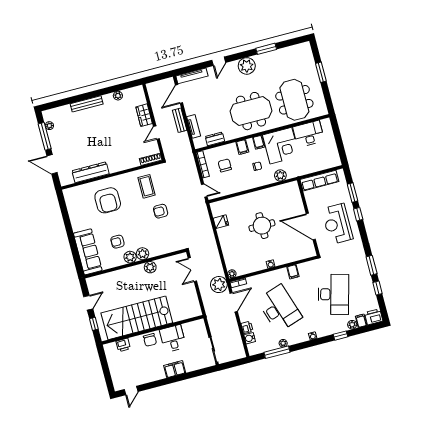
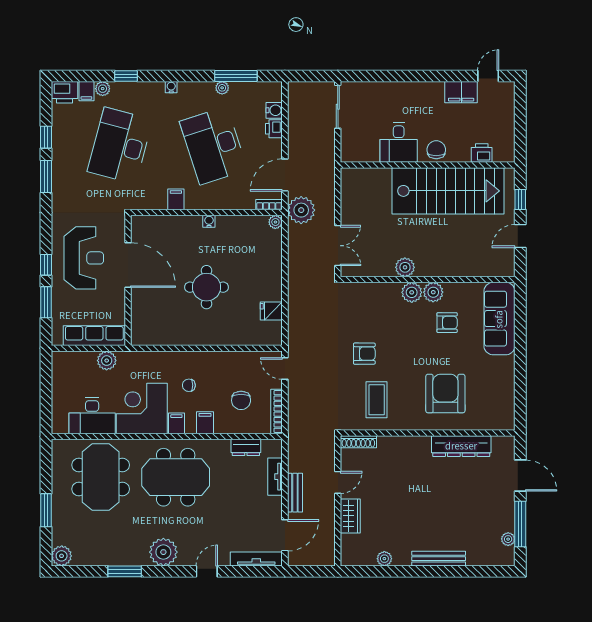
plant: (305, 48) -> (62, 556), added
plant: (280, 175) -> (107, 361), moved
filing cabinet: (175, 369) -> (461, 92), moved

